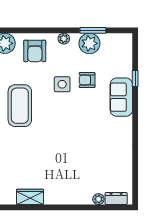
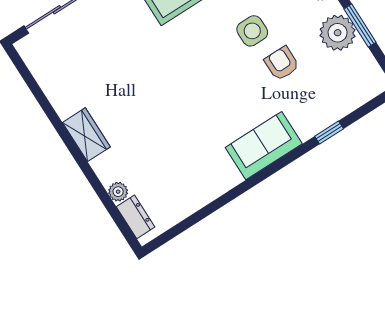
sofa: (121, 97) -> (264, 146), moved
wardrobe: (30, 197) -> (86, 135), moved

